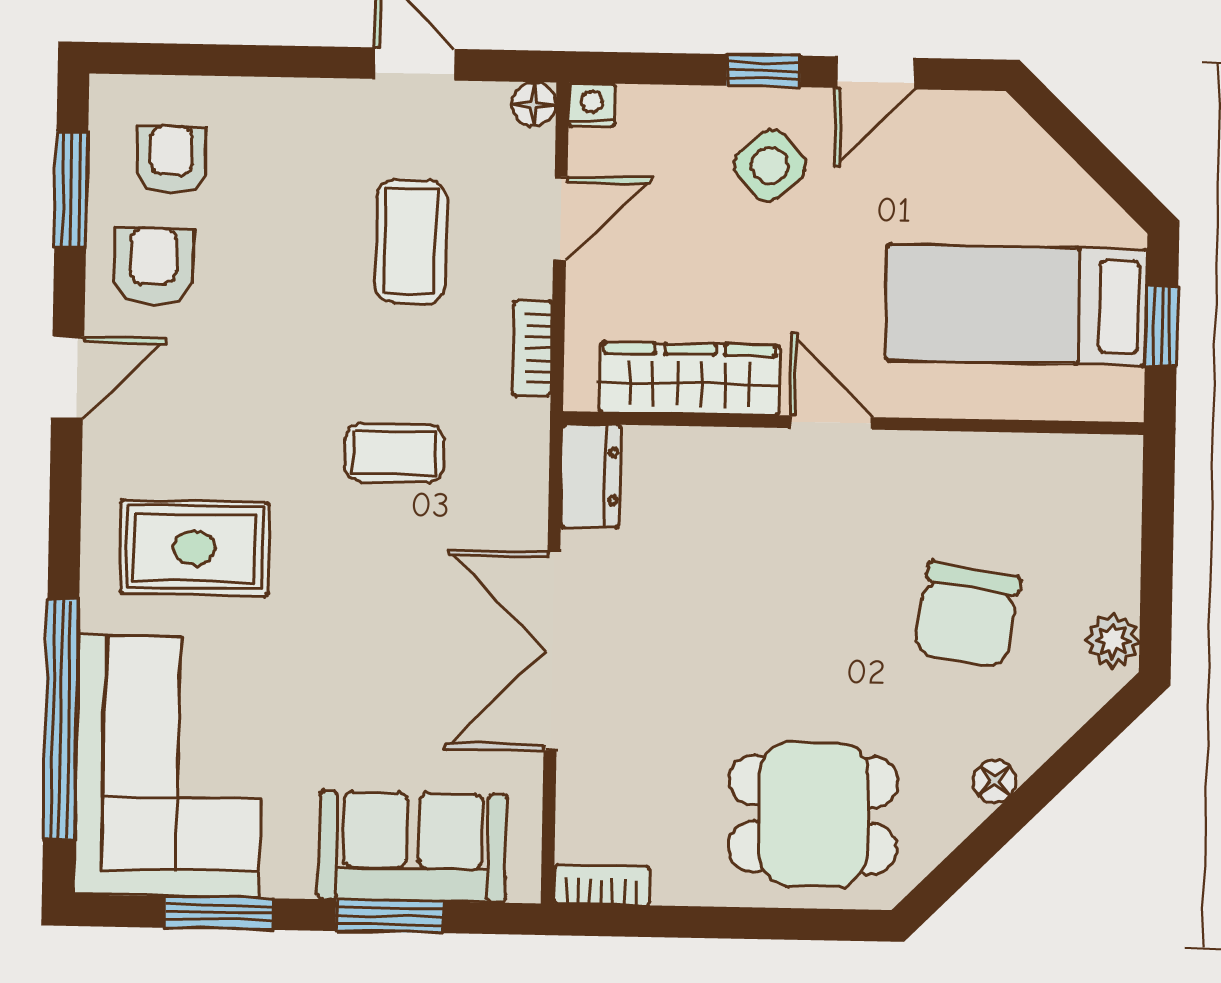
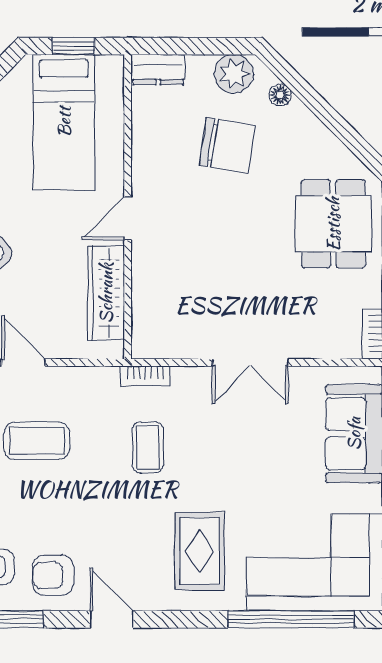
bookcase: (532, 348) -> (145, 376), moved
dresser: (591, 476) -> (158, 70), moved, turned 180
plant: (1113, 641) -> (234, 74), width x1.38, depth x1.38
double door: (552, 651) -> (250, 362), width x0.73
floor lamp: (995, 781) -> (280, 95), moved

